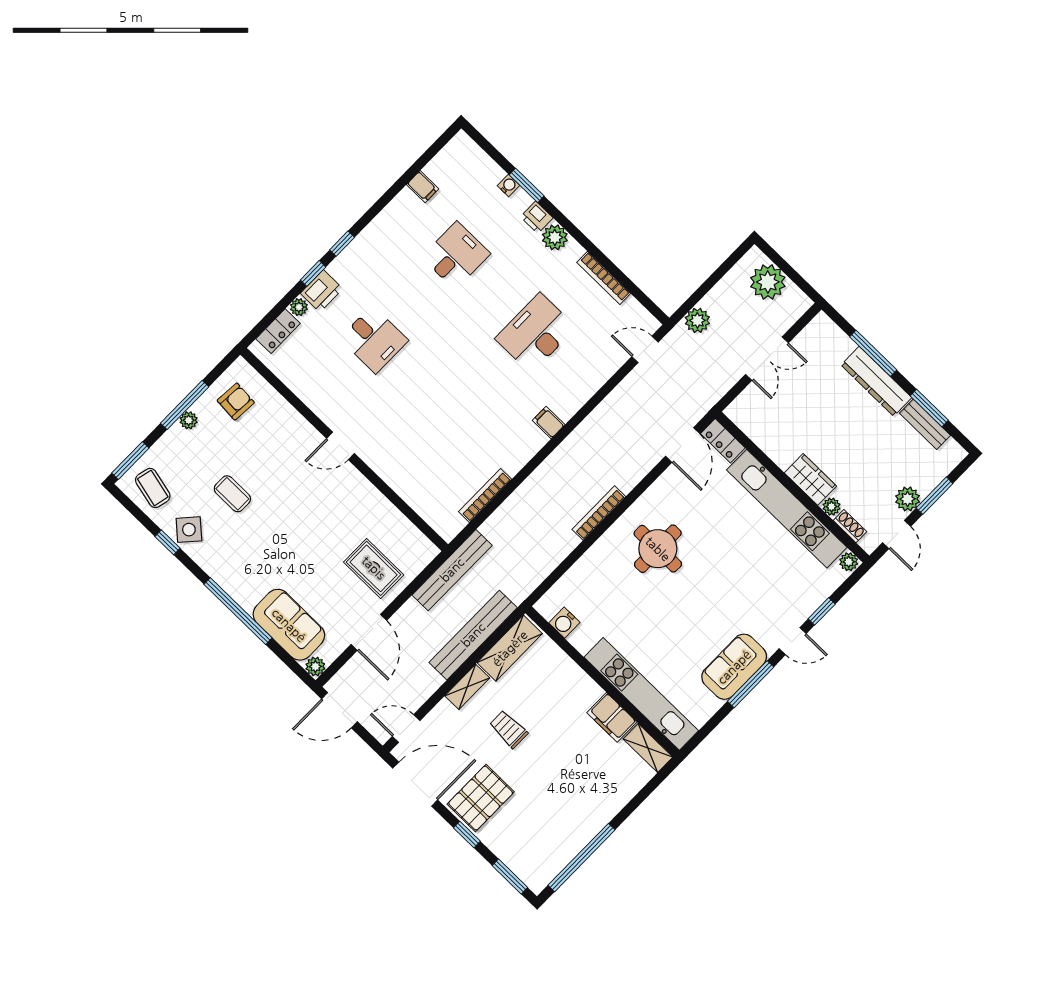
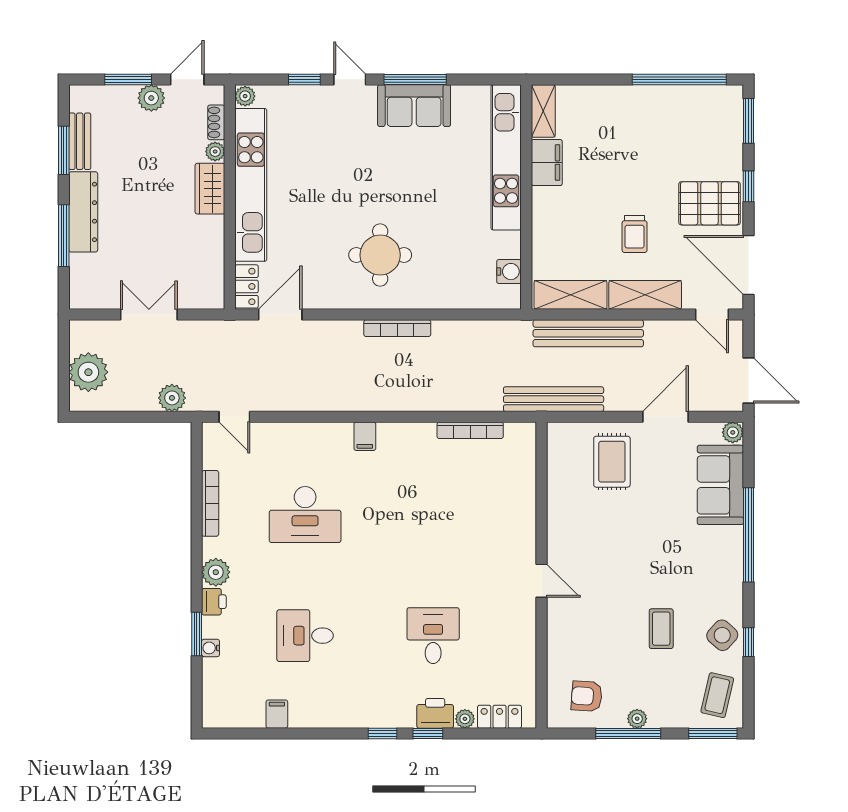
shelving: (467, 687) -> (645, 295), width x1.50, depth x1.33

